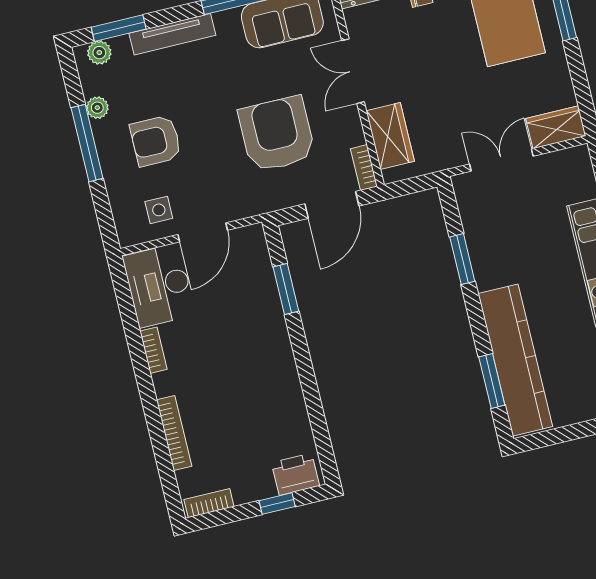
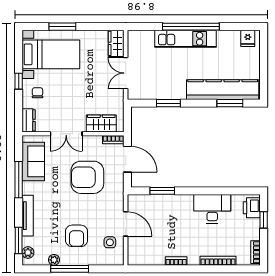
desk: (159, 285) -> (212, 209), moved, turned 180

